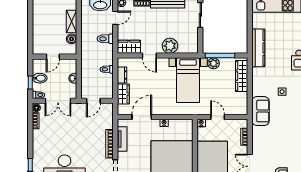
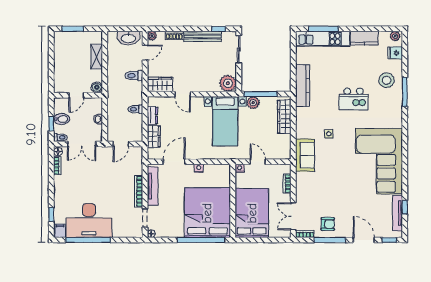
boiler: (72, 39) -> (97, 87), moved
plant: (170, 46) -> (228, 83), moved
tv unit: (122, 139) -> (153, 186), width x1.41

